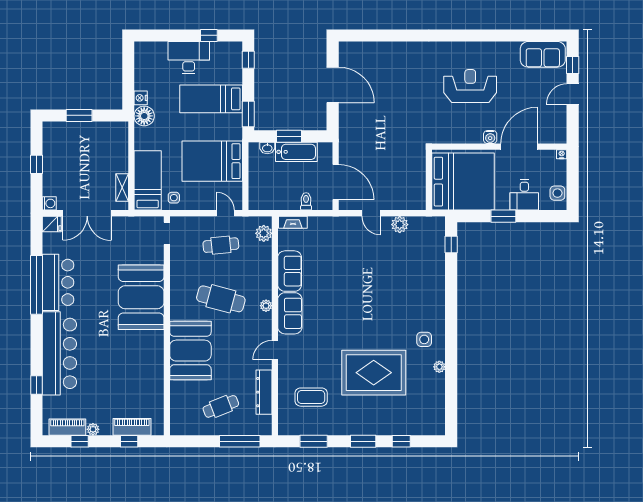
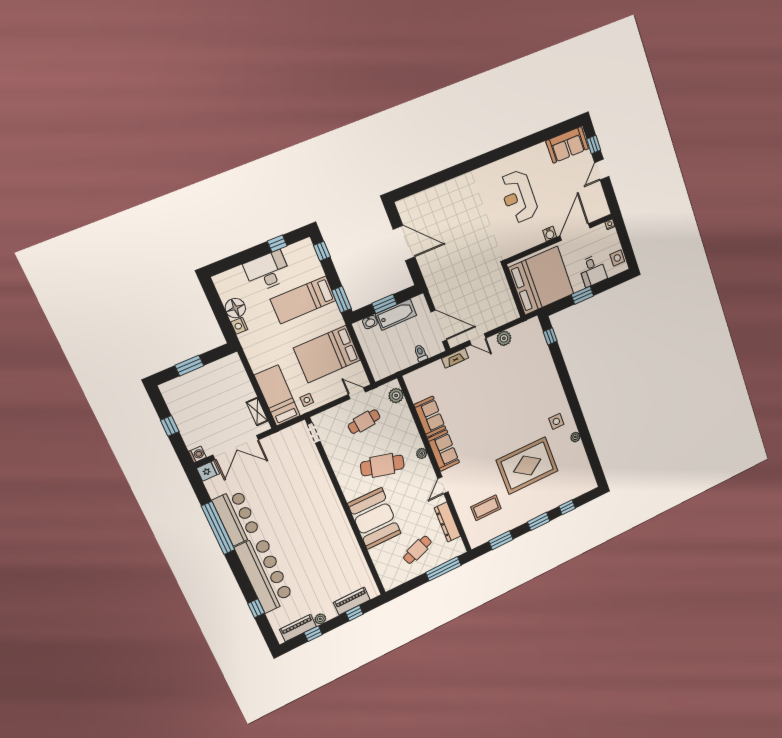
reception desk: (470, 86) -> (519, 197), turned -90
floor lamp: (144, 116) -> (235, 308), moved
fireplace: (293, 222) -> (455, 358), moved
booth: (141, 297) -> (314, 495), removed

